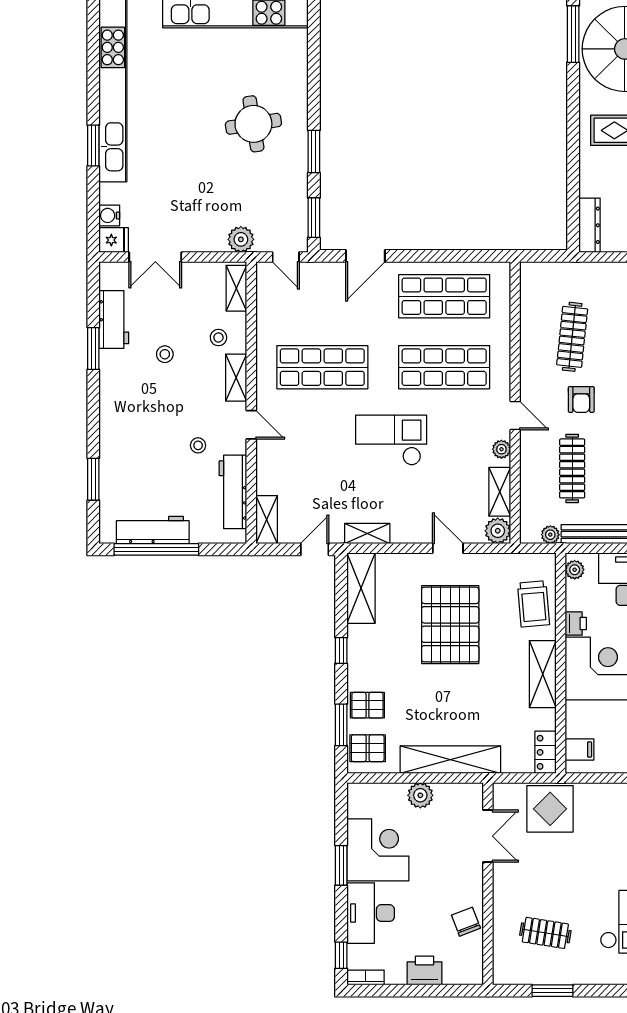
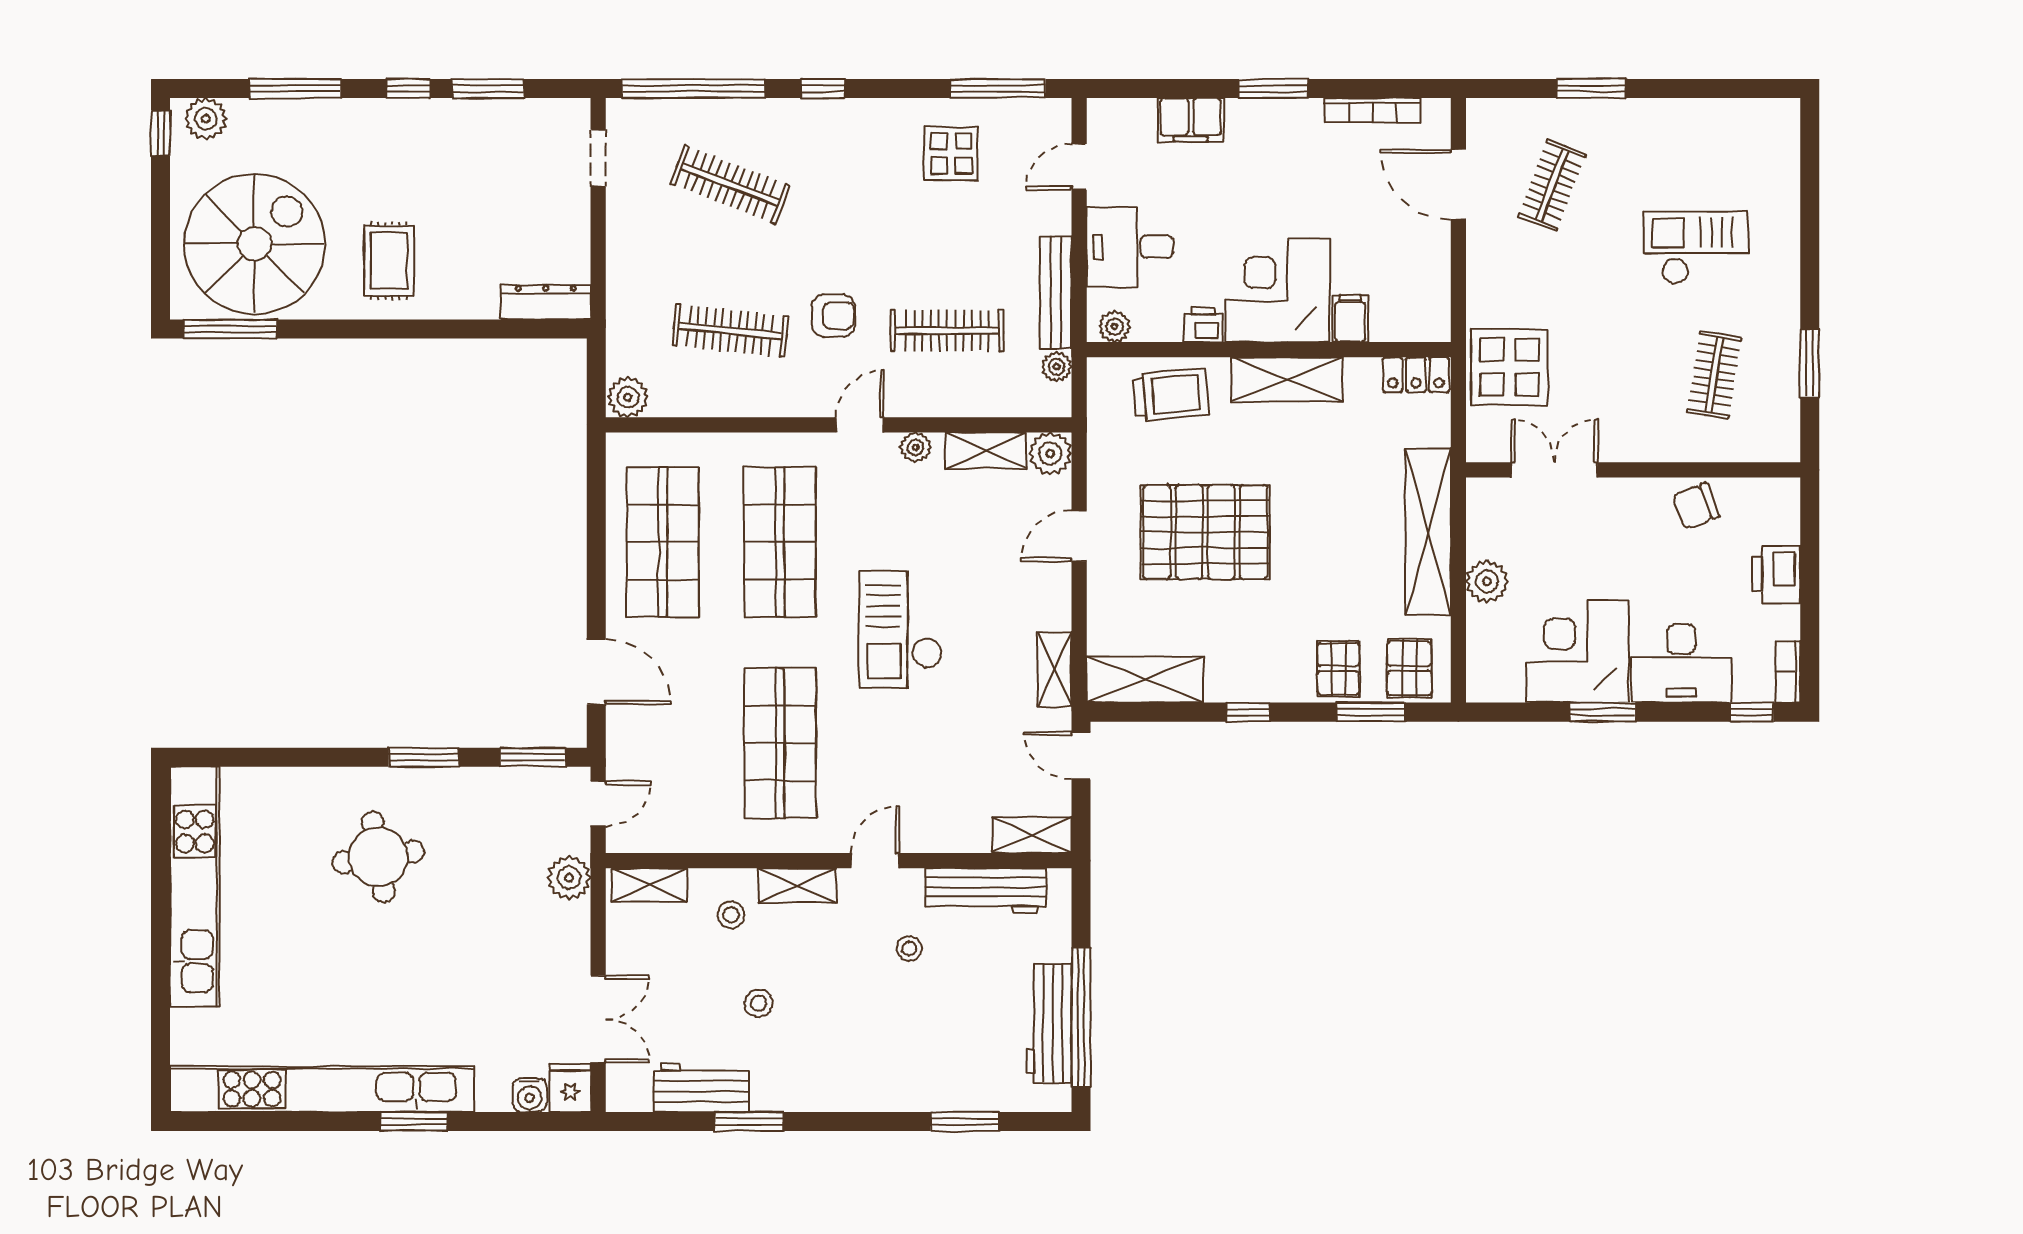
plant: (532, 275) -> (628, 397), added
filing cabinet: (580, 750) -> (1350, 319), moved

